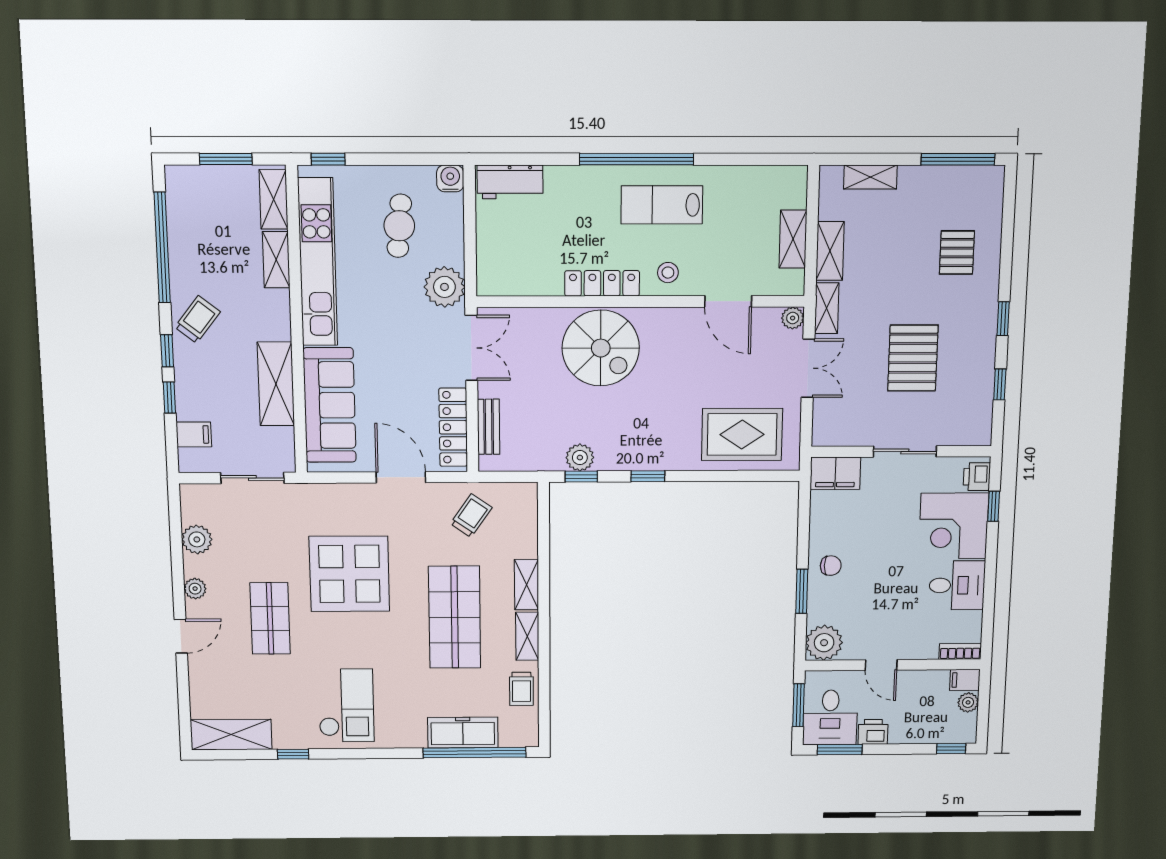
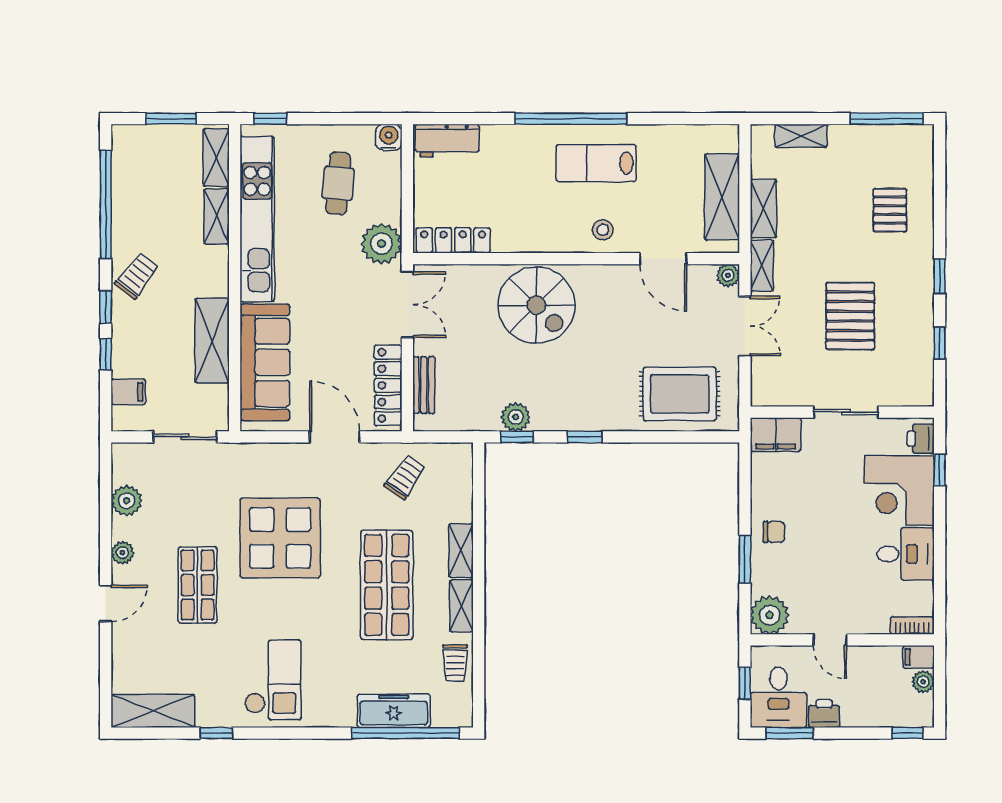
shelving: (793, 239) -> (722, 197), width x1.50, depth x1.33
locker: (602, 283) -> (453, 240), moved
window: (799, 705) -> (745, 683), width x0.67

